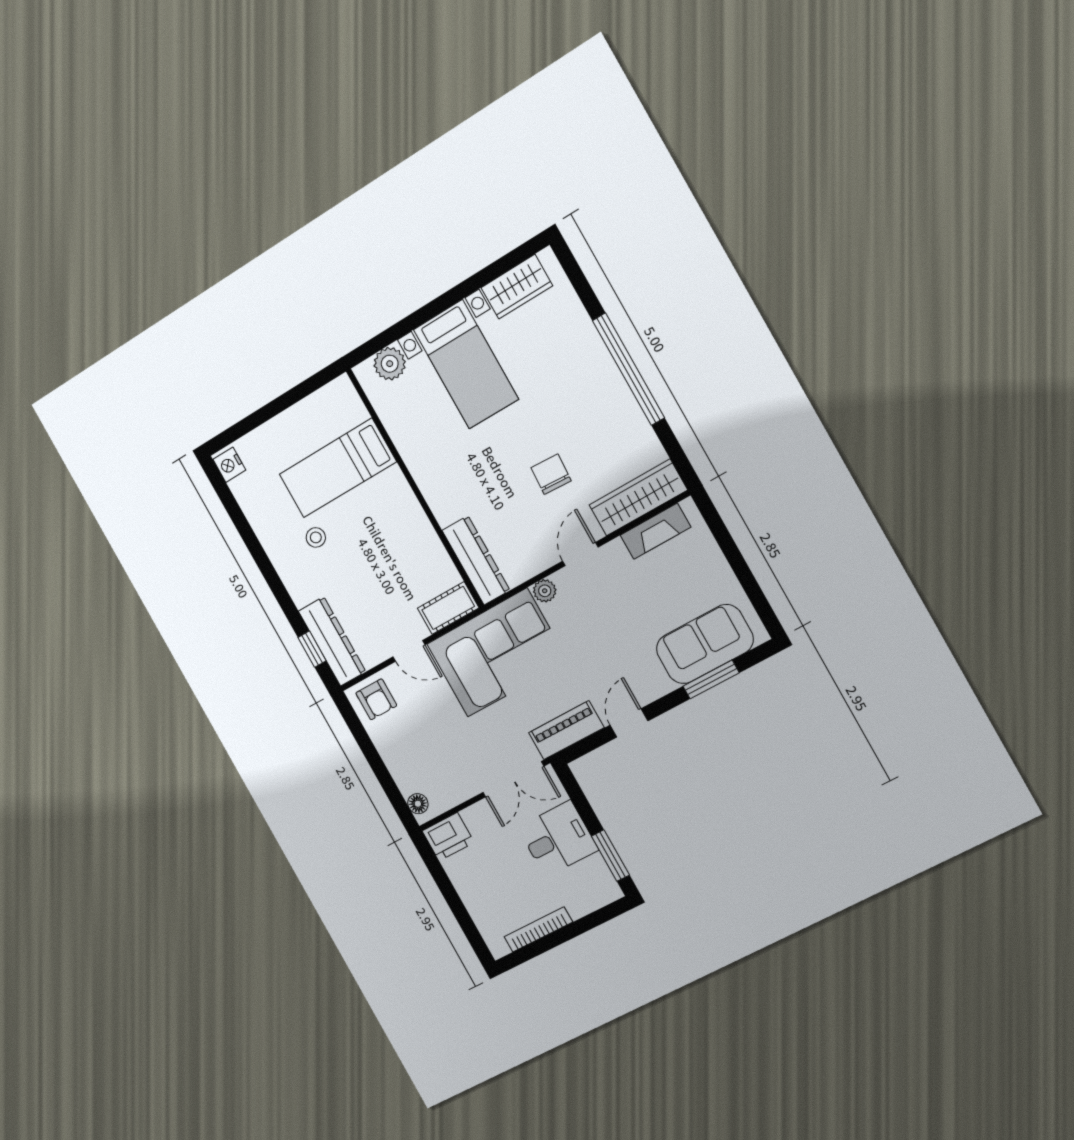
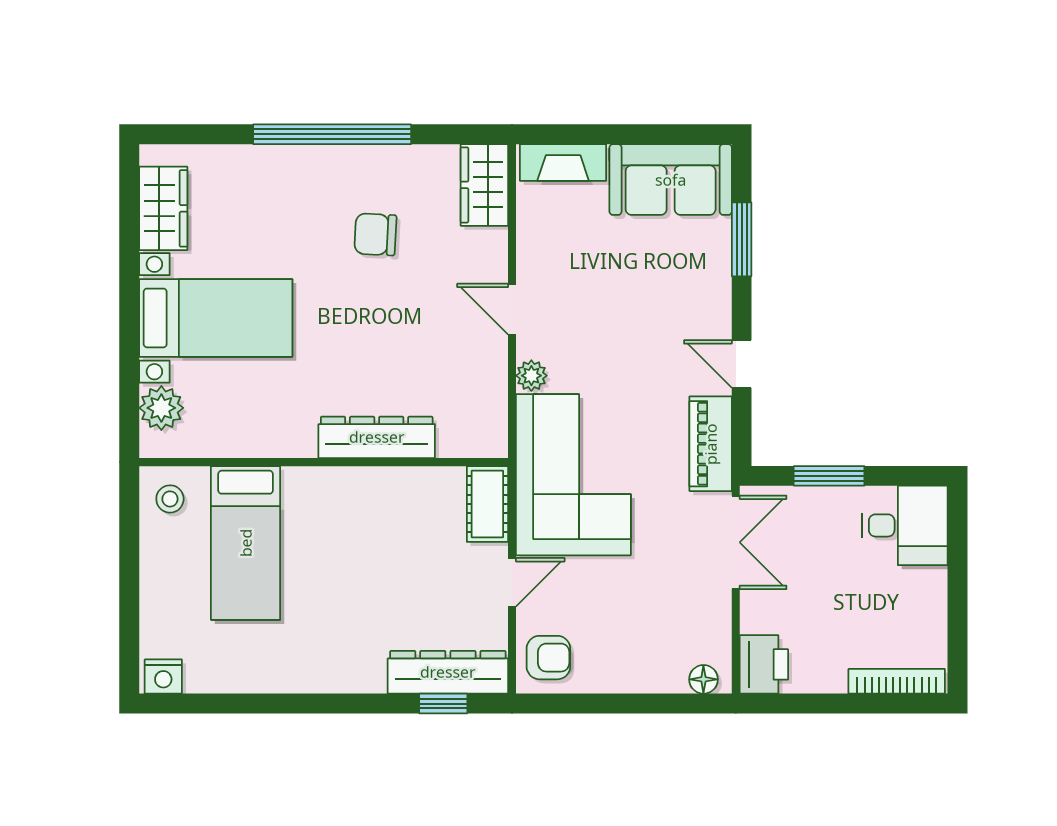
chair: (551, 474) -> (375, 234), moved
wardrobe: (638, 497) -> (484, 185), width x0.67
fireplace: (655, 531) -> (563, 163), moved, turned 90
stool: (316, 537) -> (170, 499), moved
dresser: (476, 560) -> (377, 437), moved
sofa: (705, 644) -> (671, 180), moved, turned -90
desk: (558, 839) -> (905, 525), moved, turned 90
window: (610, 856) -> (829, 476), moved
bookcase: (538, 929) -> (897, 681), moved, turned 90

